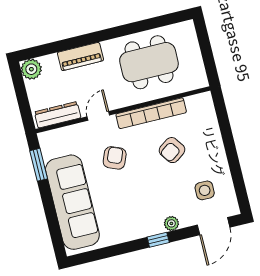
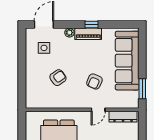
bookcase: (151, 113) -> (65, 103), removed
piano: (142, 229) -> (88, 34), added
window: (158, 240) -> (92, 25), moved

